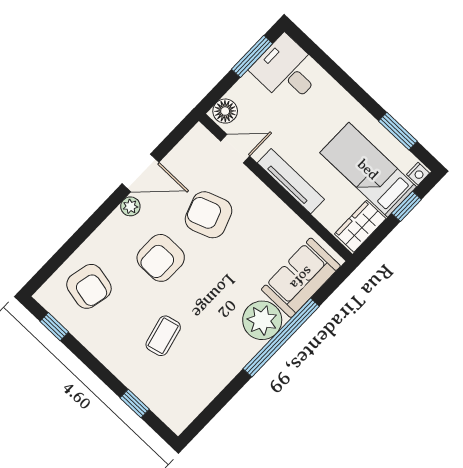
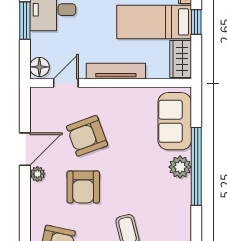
plant: (262, 320) -> (180, 167), width x0.73, depth x0.73

